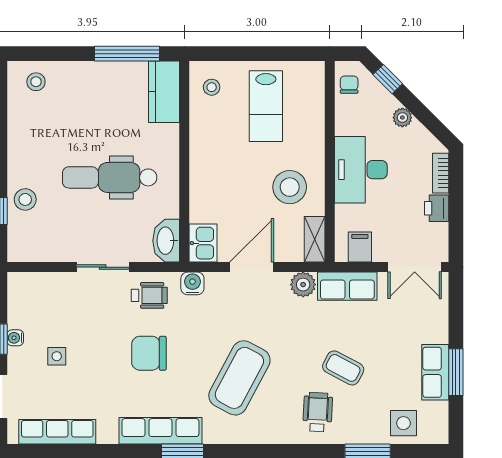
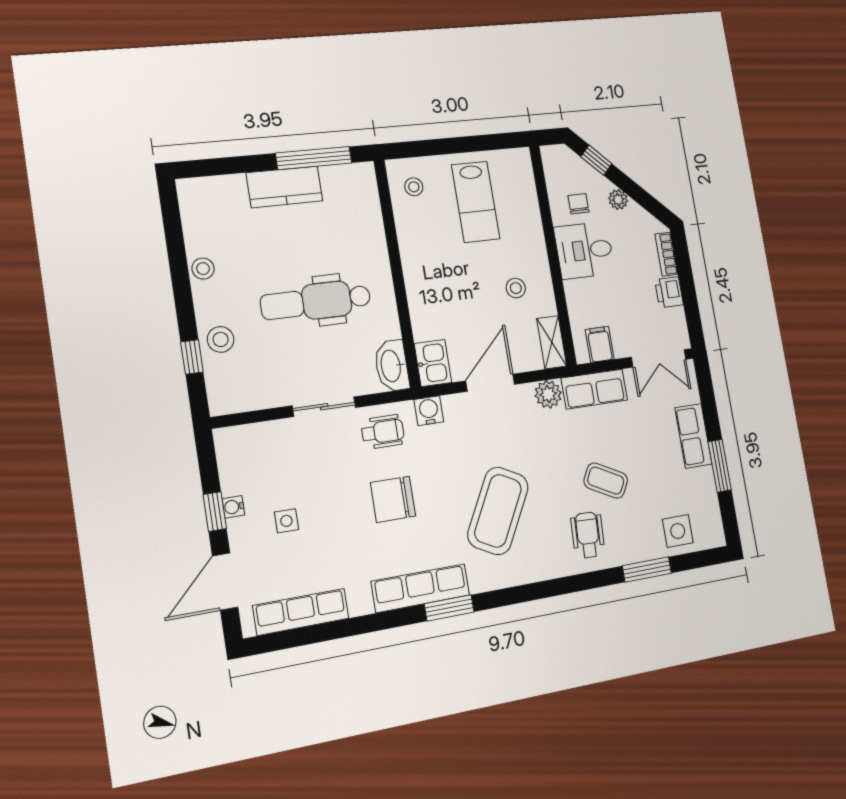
stool: (36, 82) -> (203, 269), moved
chair: (349, 85) -> (579, 204), moved
kitchen counter: (164, 92) -> (284, 187), moved, turned -90
desk: (361, 170) -> (584, 250), width x0.73
stool: (290, 187) -> (516, 288), width x0.53, depth x0.53
row of seats: (435, 372) -> (693, 436), moved

